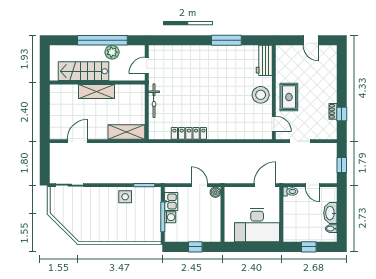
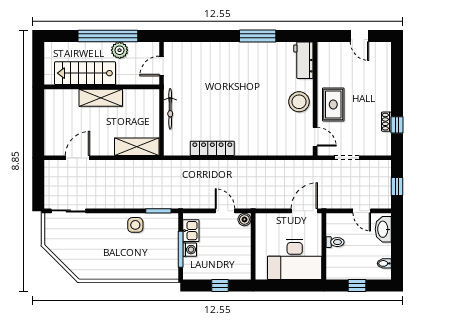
toilet: (290, 191) -> (335, 242), moved
washbasin: (330, 213) -> (383, 229), moved

